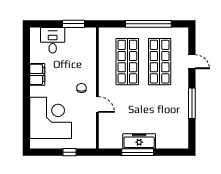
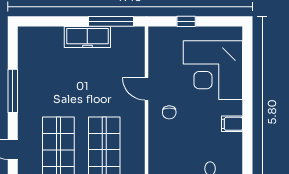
filing cabinet: (37, 74) -> (232, 124), width x0.50
window: (138, 152) -> (111, 21), moved

